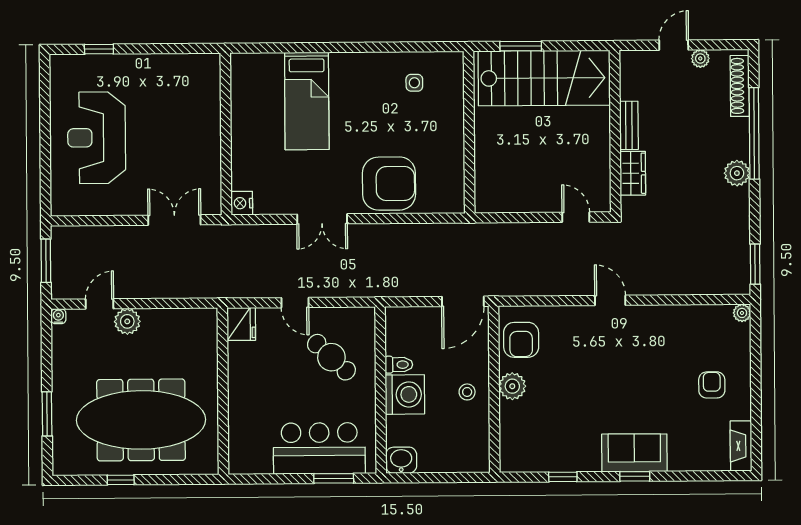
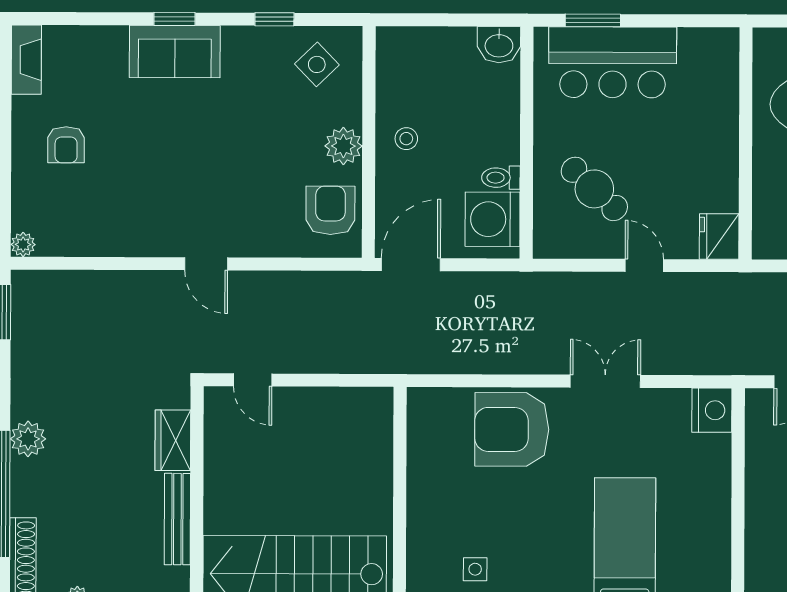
bench: (629, 125) -> (177, 519), width x1.36
nightstand: (242, 203) -> (712, 410), width x1.36, depth x1.33
washing machine: (405, 394) -> (493, 219), moved
side table: (532, 445) -> (317, 64), added

